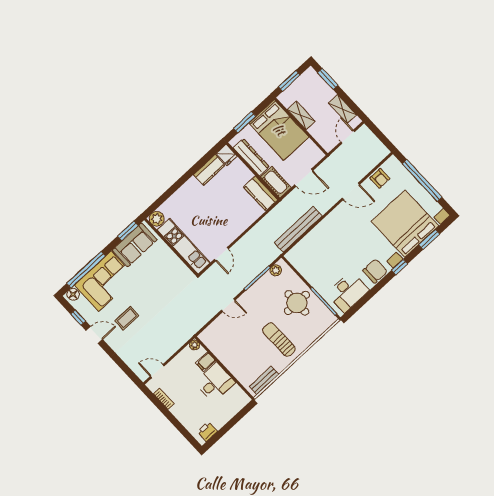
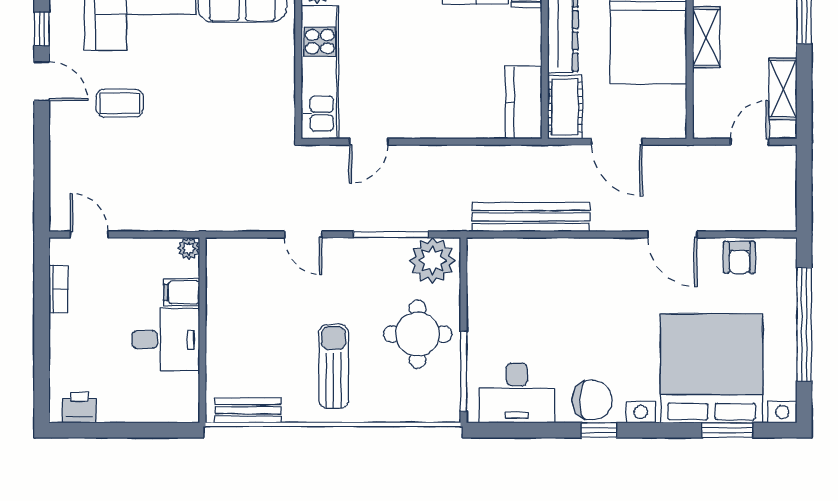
window: (399, 267) -> (599, 430), moved
plant: (276, 270) -> (432, 260), width x1.88, depth x1.88

